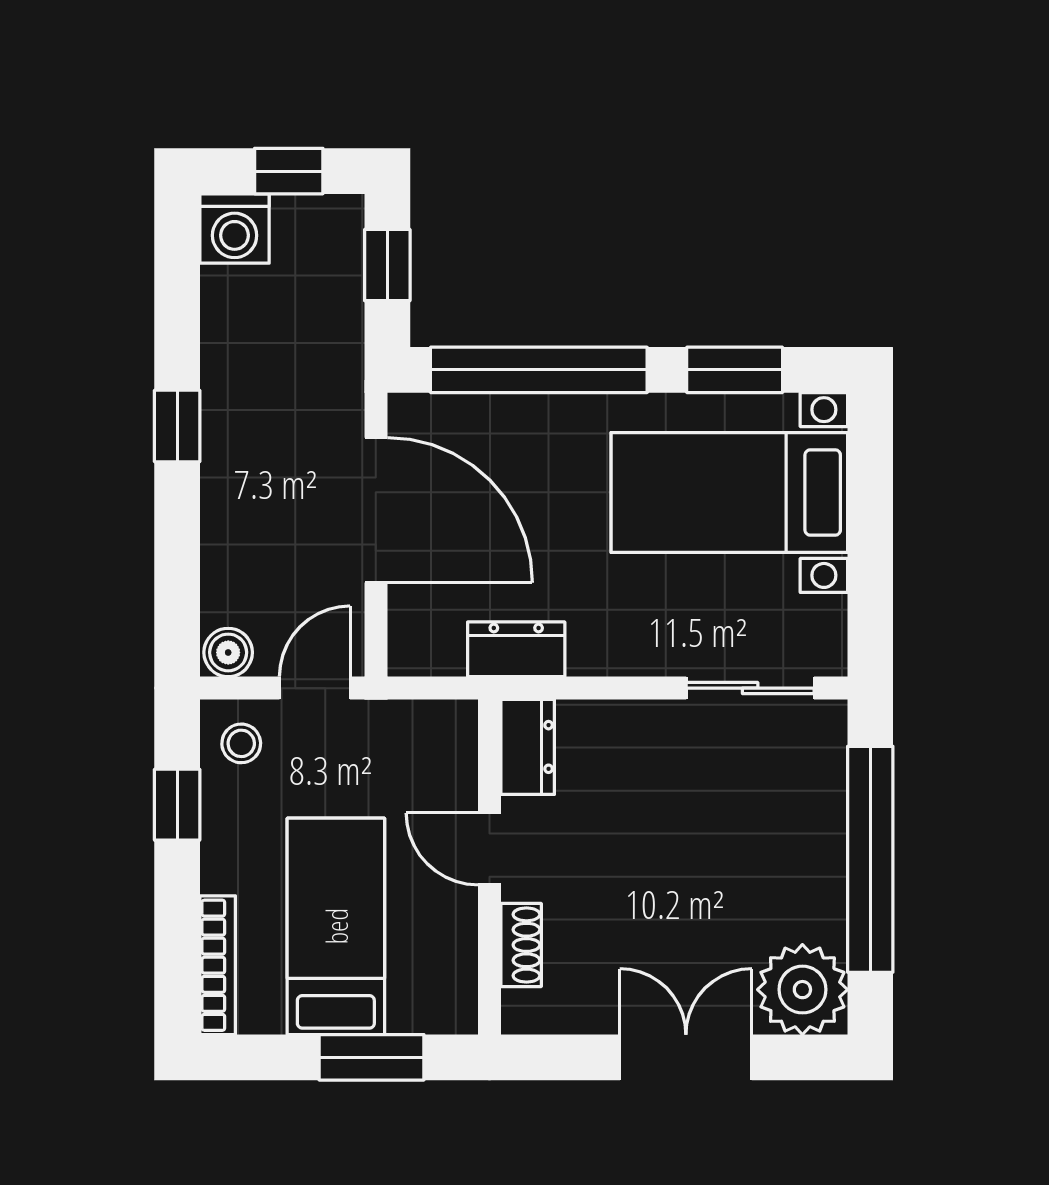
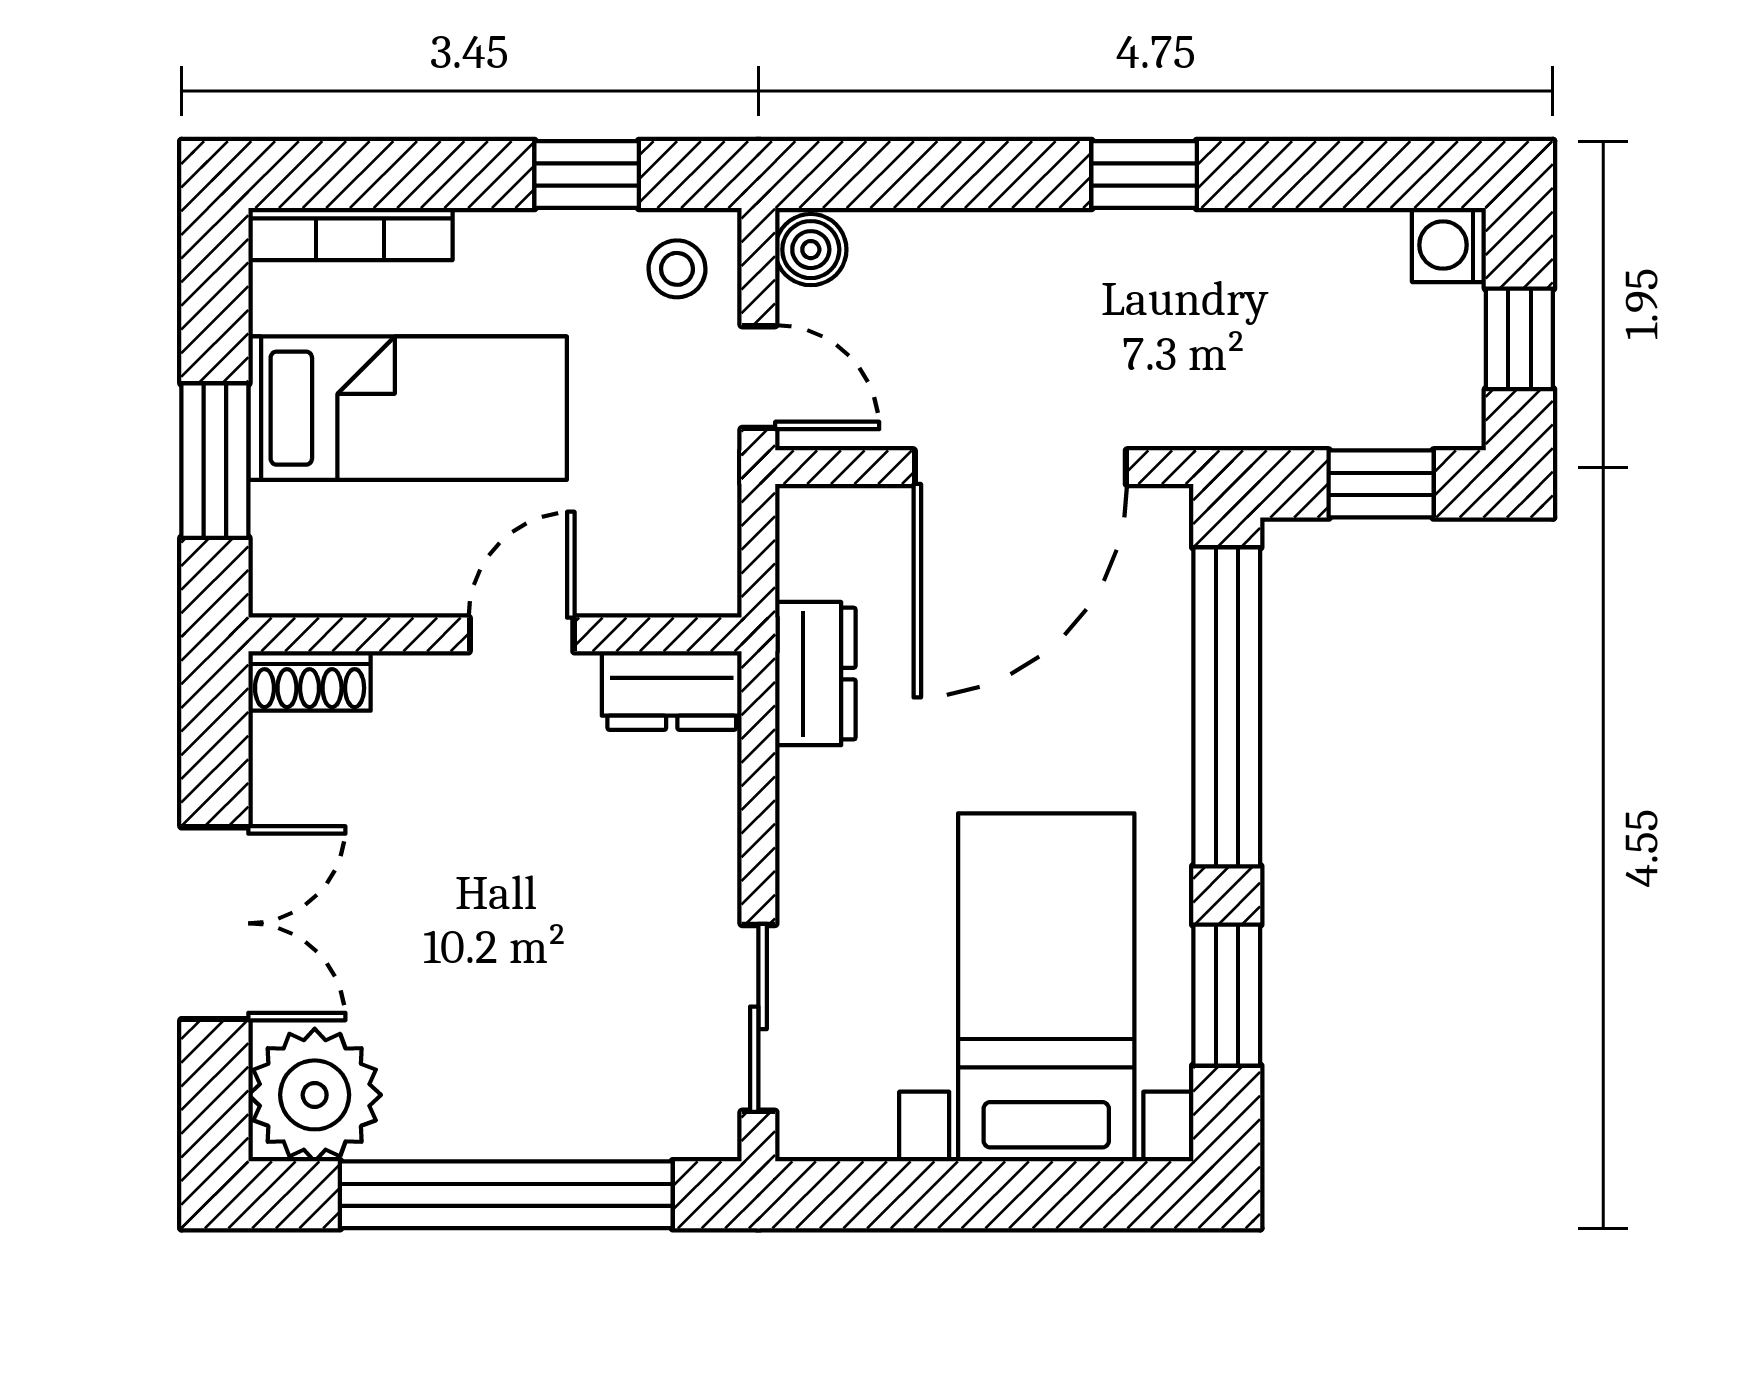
washing machine: (235, 228) -> (1449, 245), width x0.73, depth x0.73
shoe rack: (521, 945) -> (310, 681), moved

